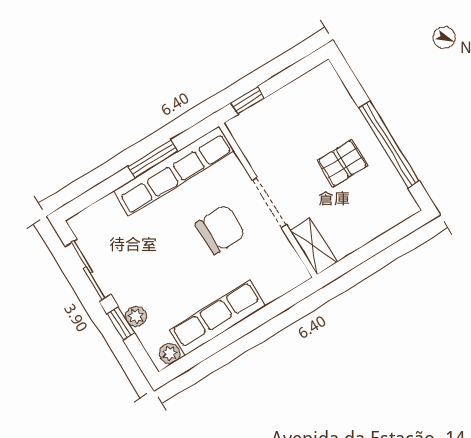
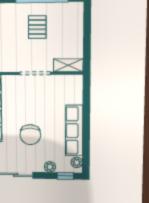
chair: (220, 229) -> (30, 135), moved, turned 180
window: (121, 324) -> (65, 176), moved

